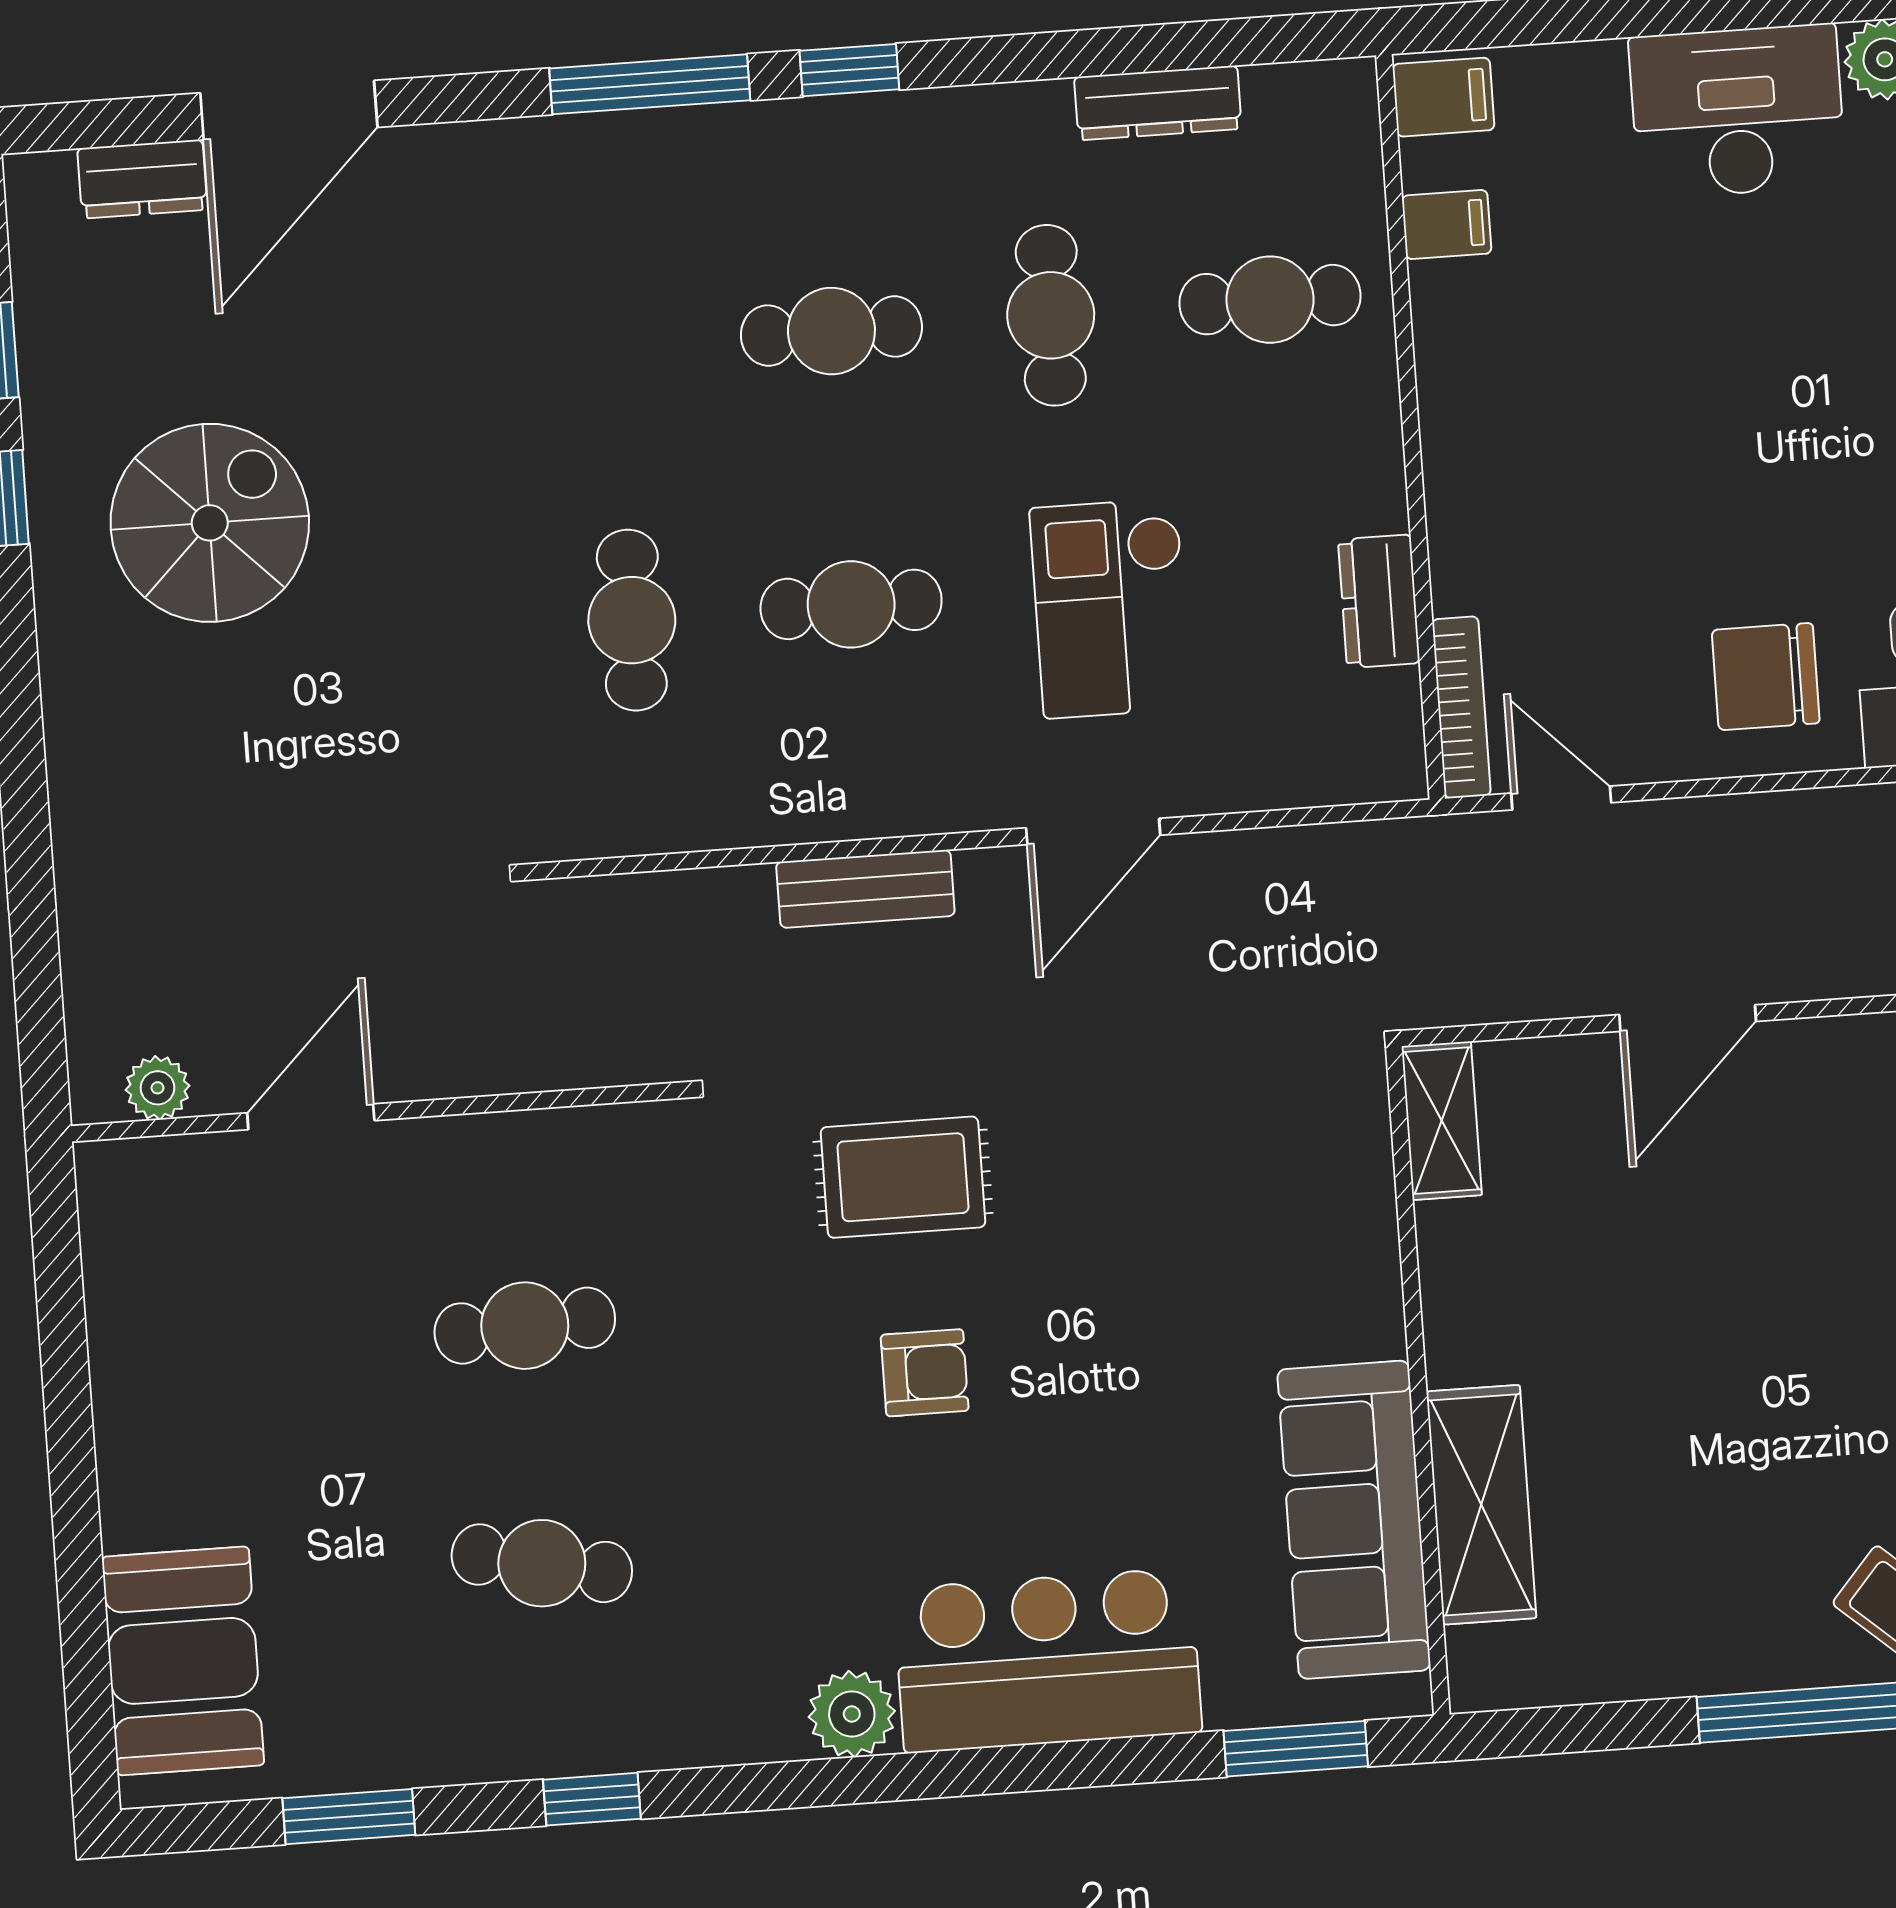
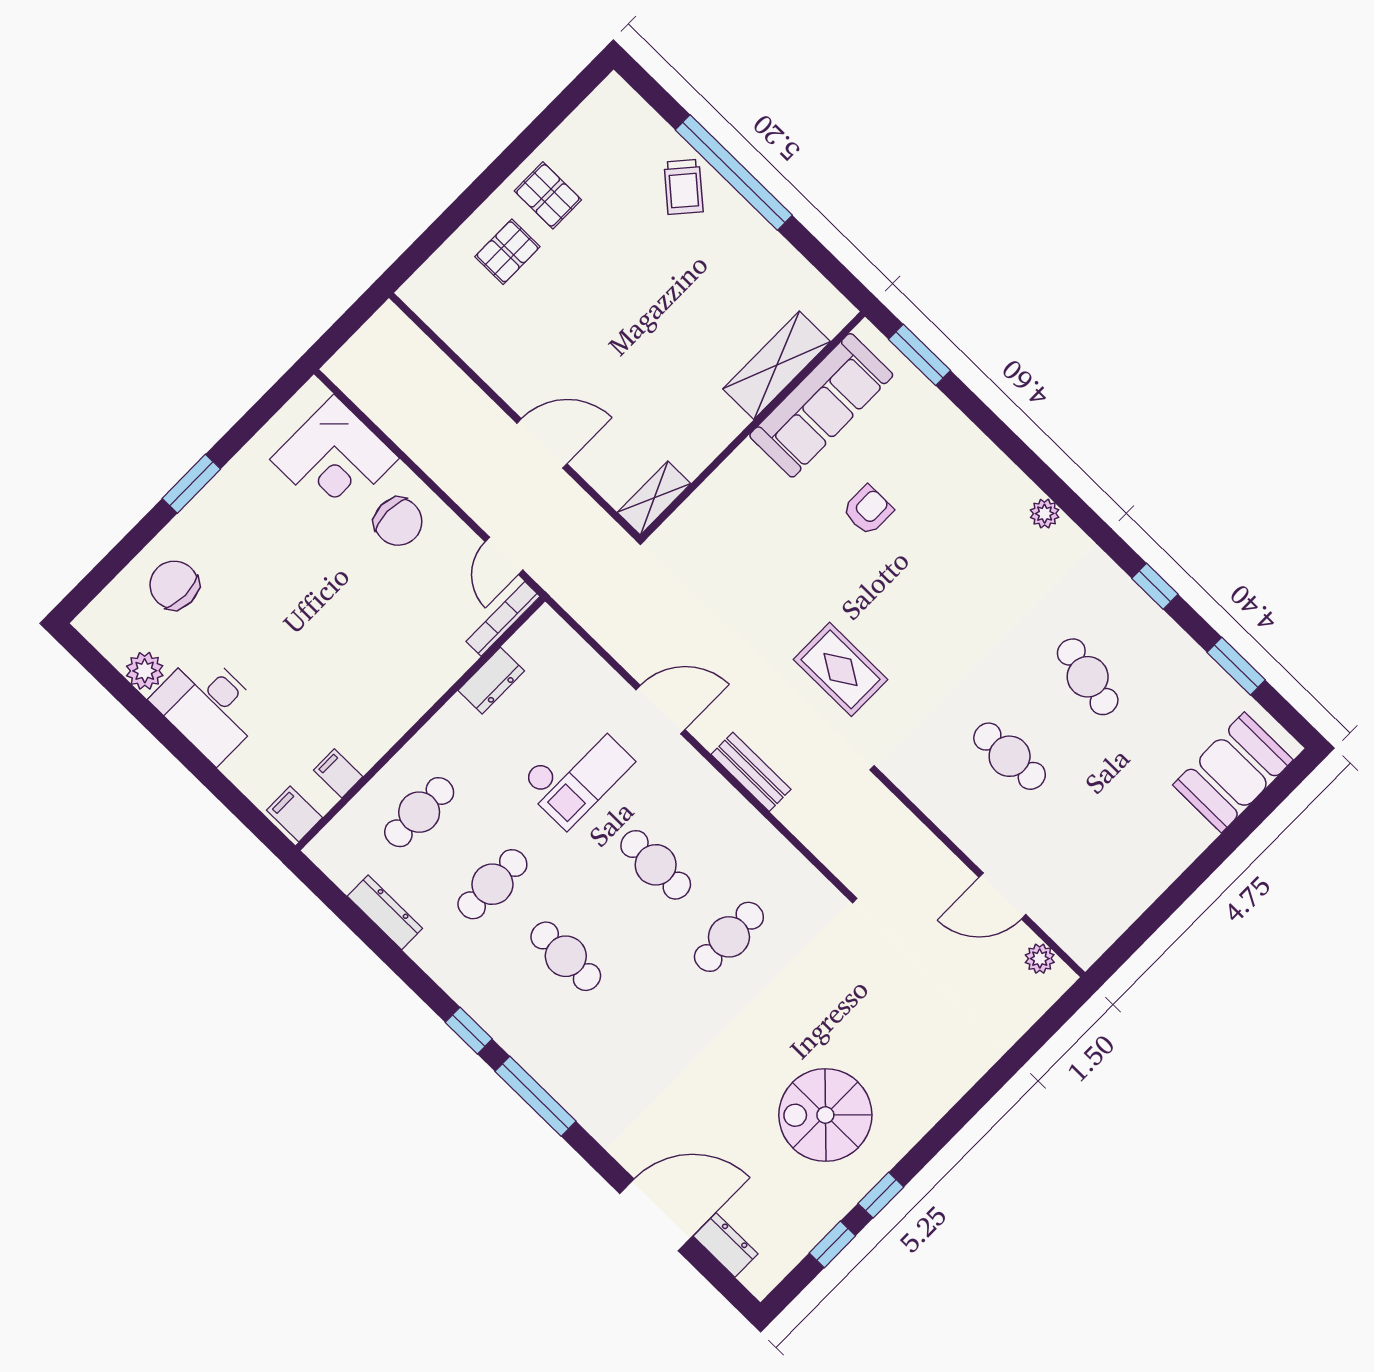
cafe table: (1270, 300) -> (419, 812), turned 90
armchair: (925, 1373) -> (868, 510), moved, turned 90
bar counter: (1048, 1660) -> (965, 469), removed
plant: (852, 1714) -> (1045, 514), width x0.73, depth x0.73

